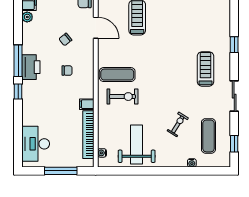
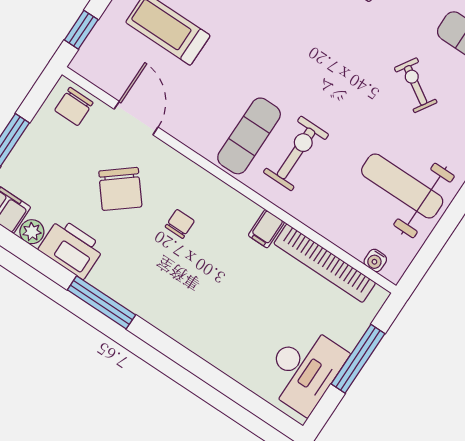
door: (96, 28) -> (136, 118), hinge flipped
chair: (65, 39) -> (120, 189), width x1.87, depth x1.87
printer: (31, 67) -> (71, 248), moved
window: (18, 92) -> (159, 340), removed
desk: (36, 144) -> (304, 369), moved, turned -90

